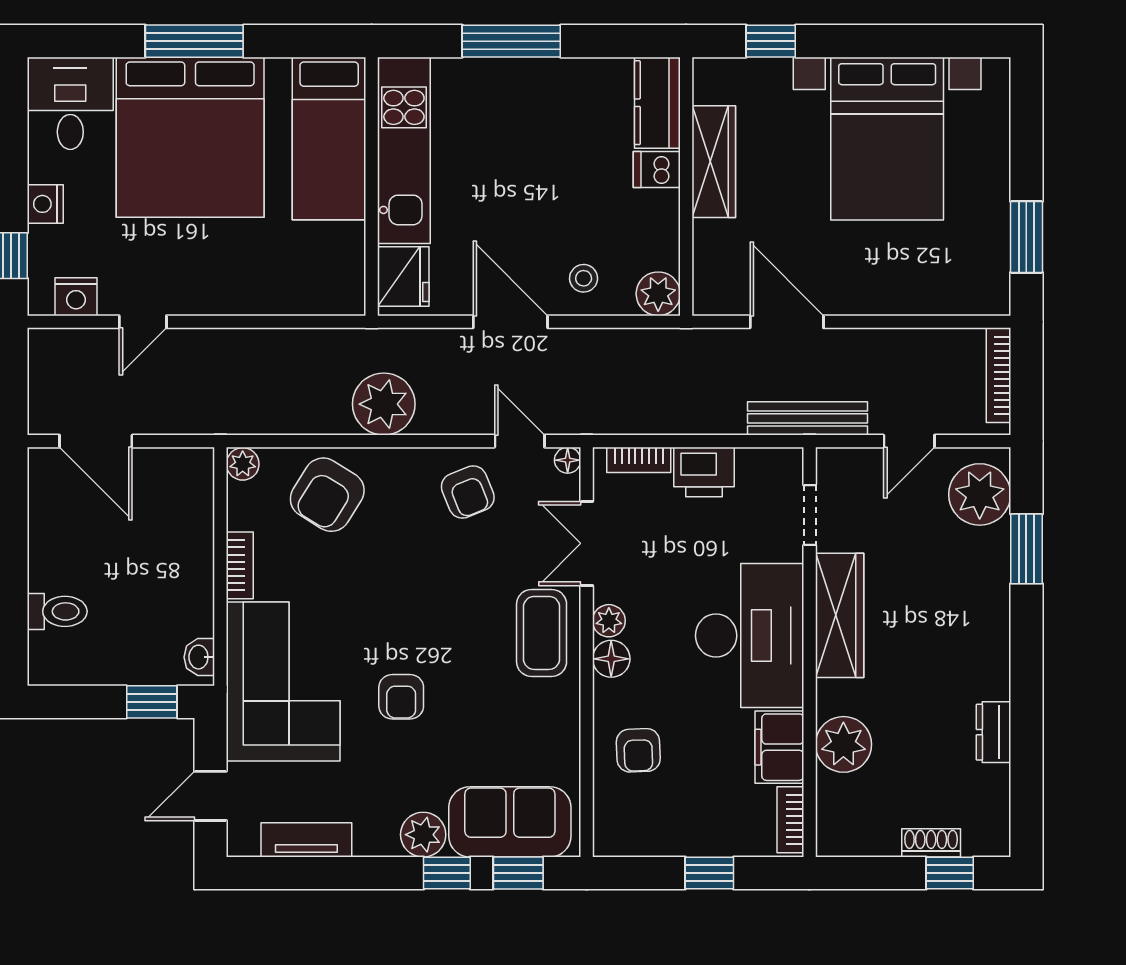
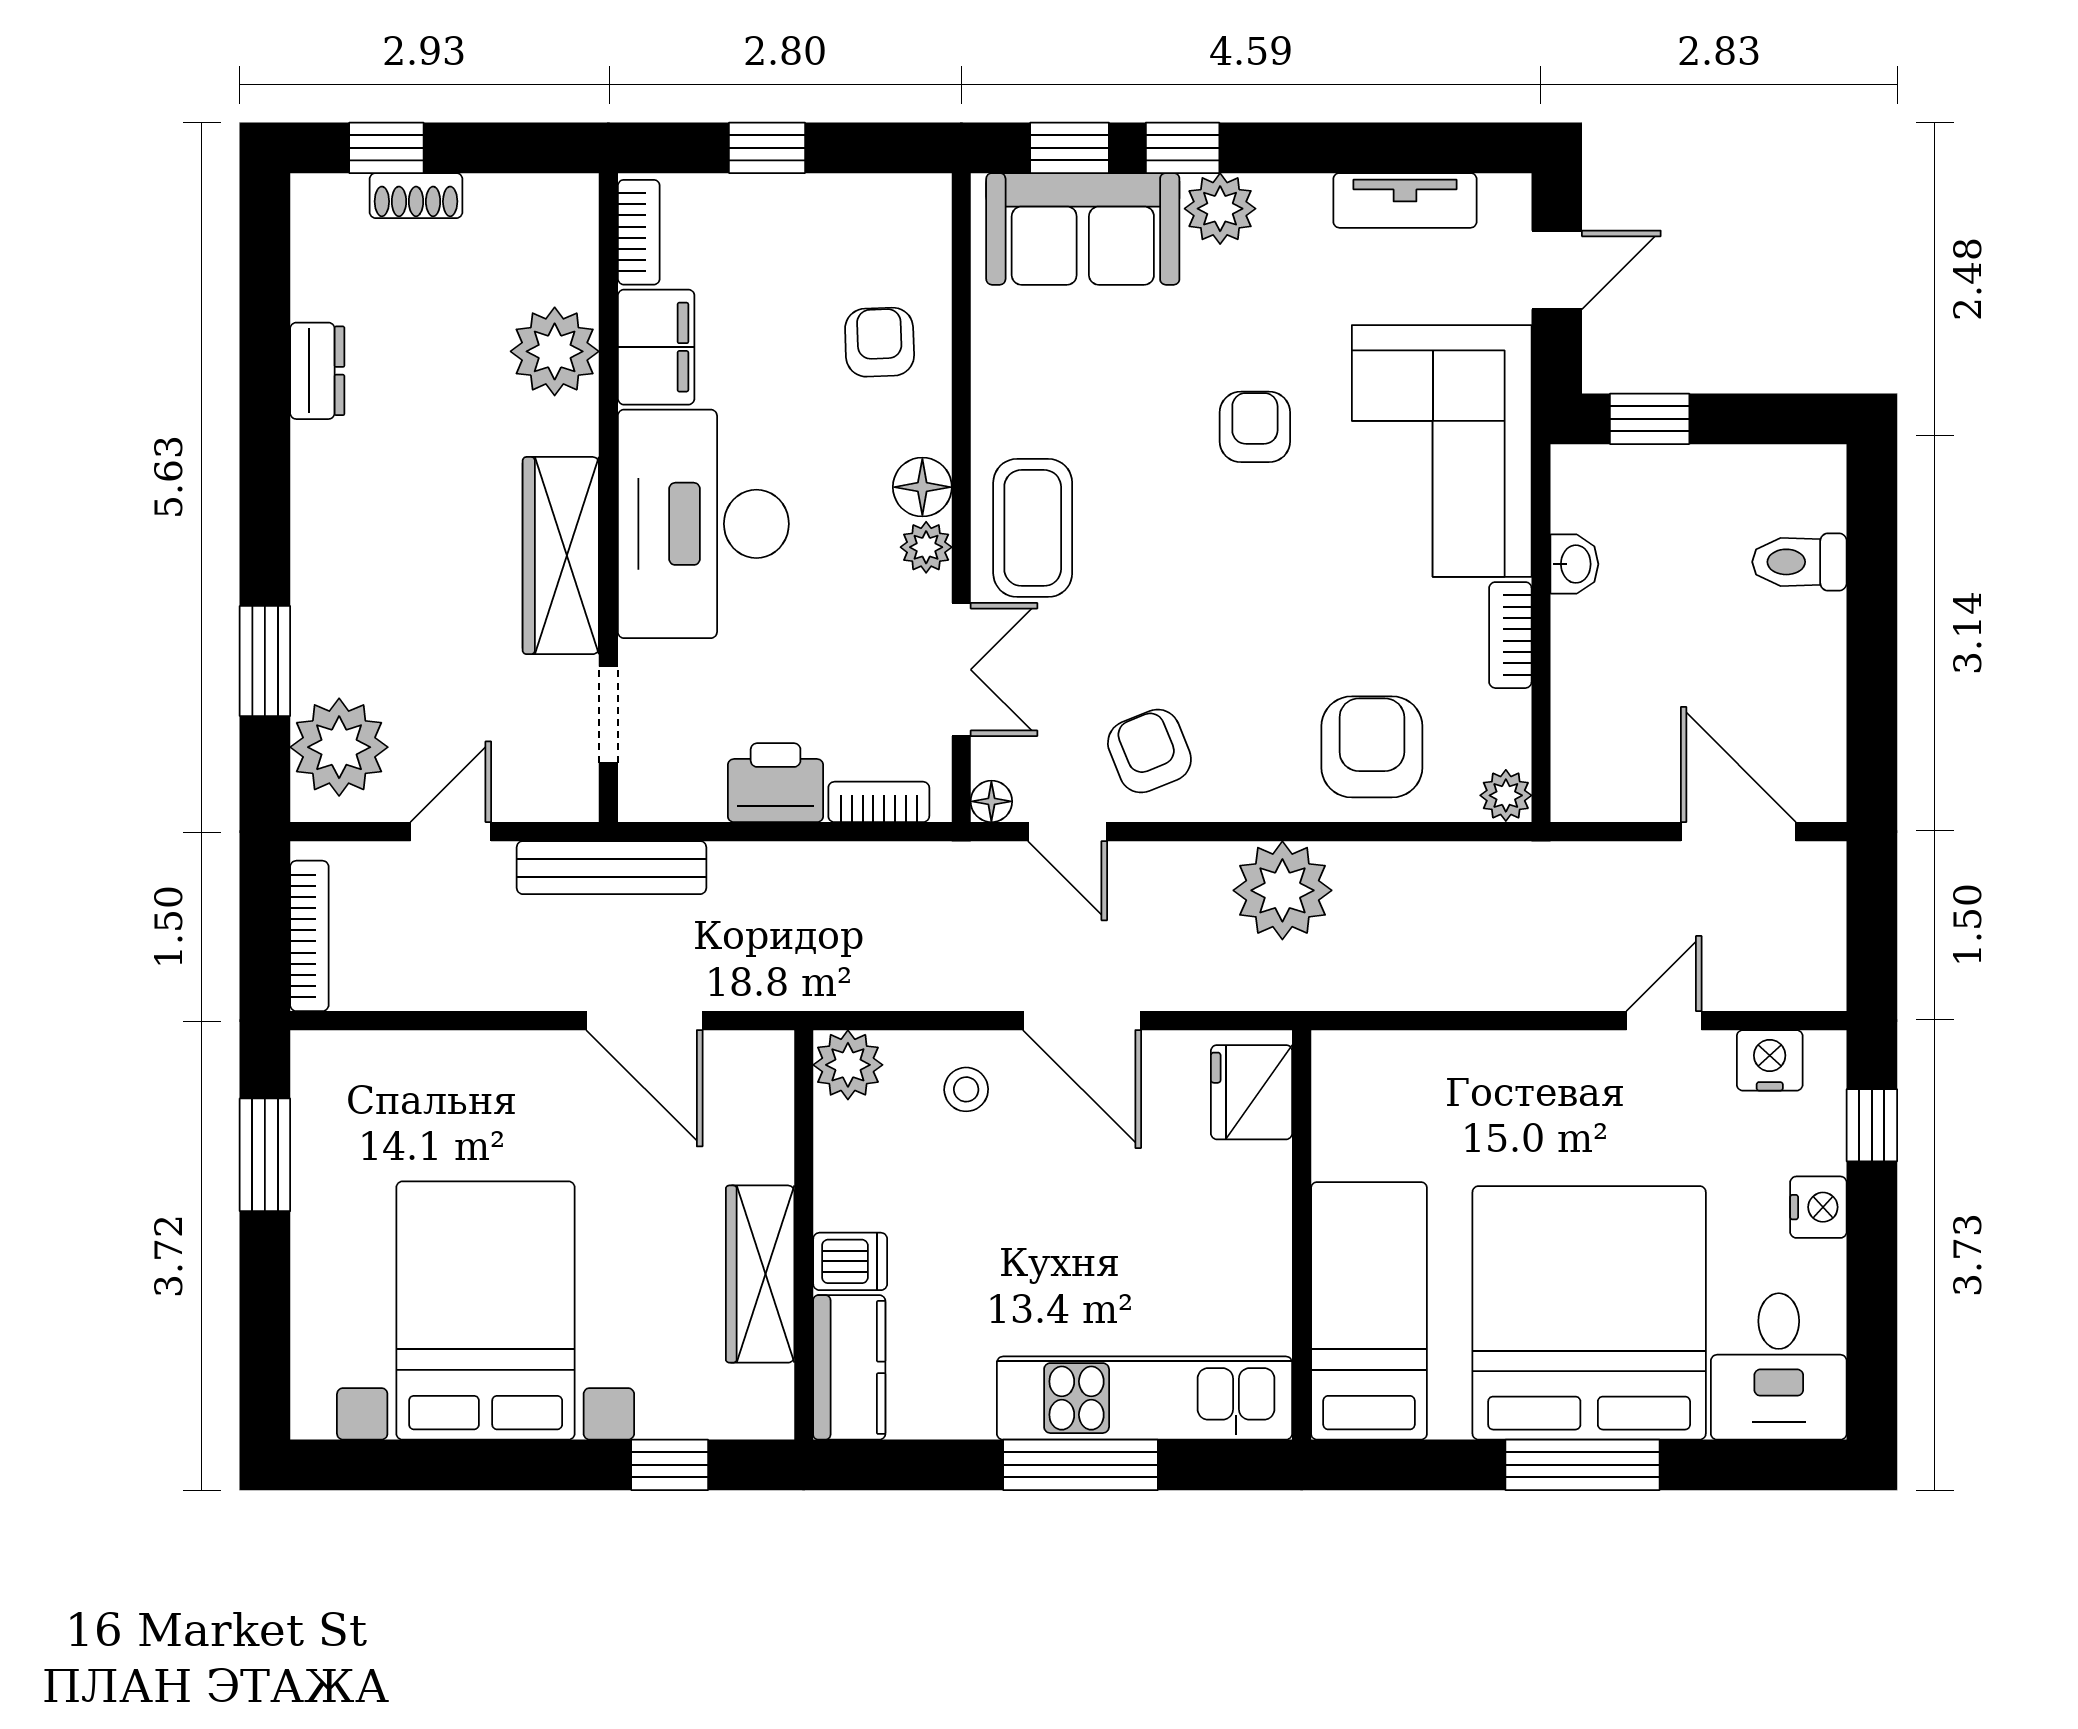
kitchen unit: (404, 150) -> (1144, 1398), moved, turned 90
armchair: (327, 495) -> (1372, 747), turned -32
washbasin: (199, 657) -> (1574, 564), moved

